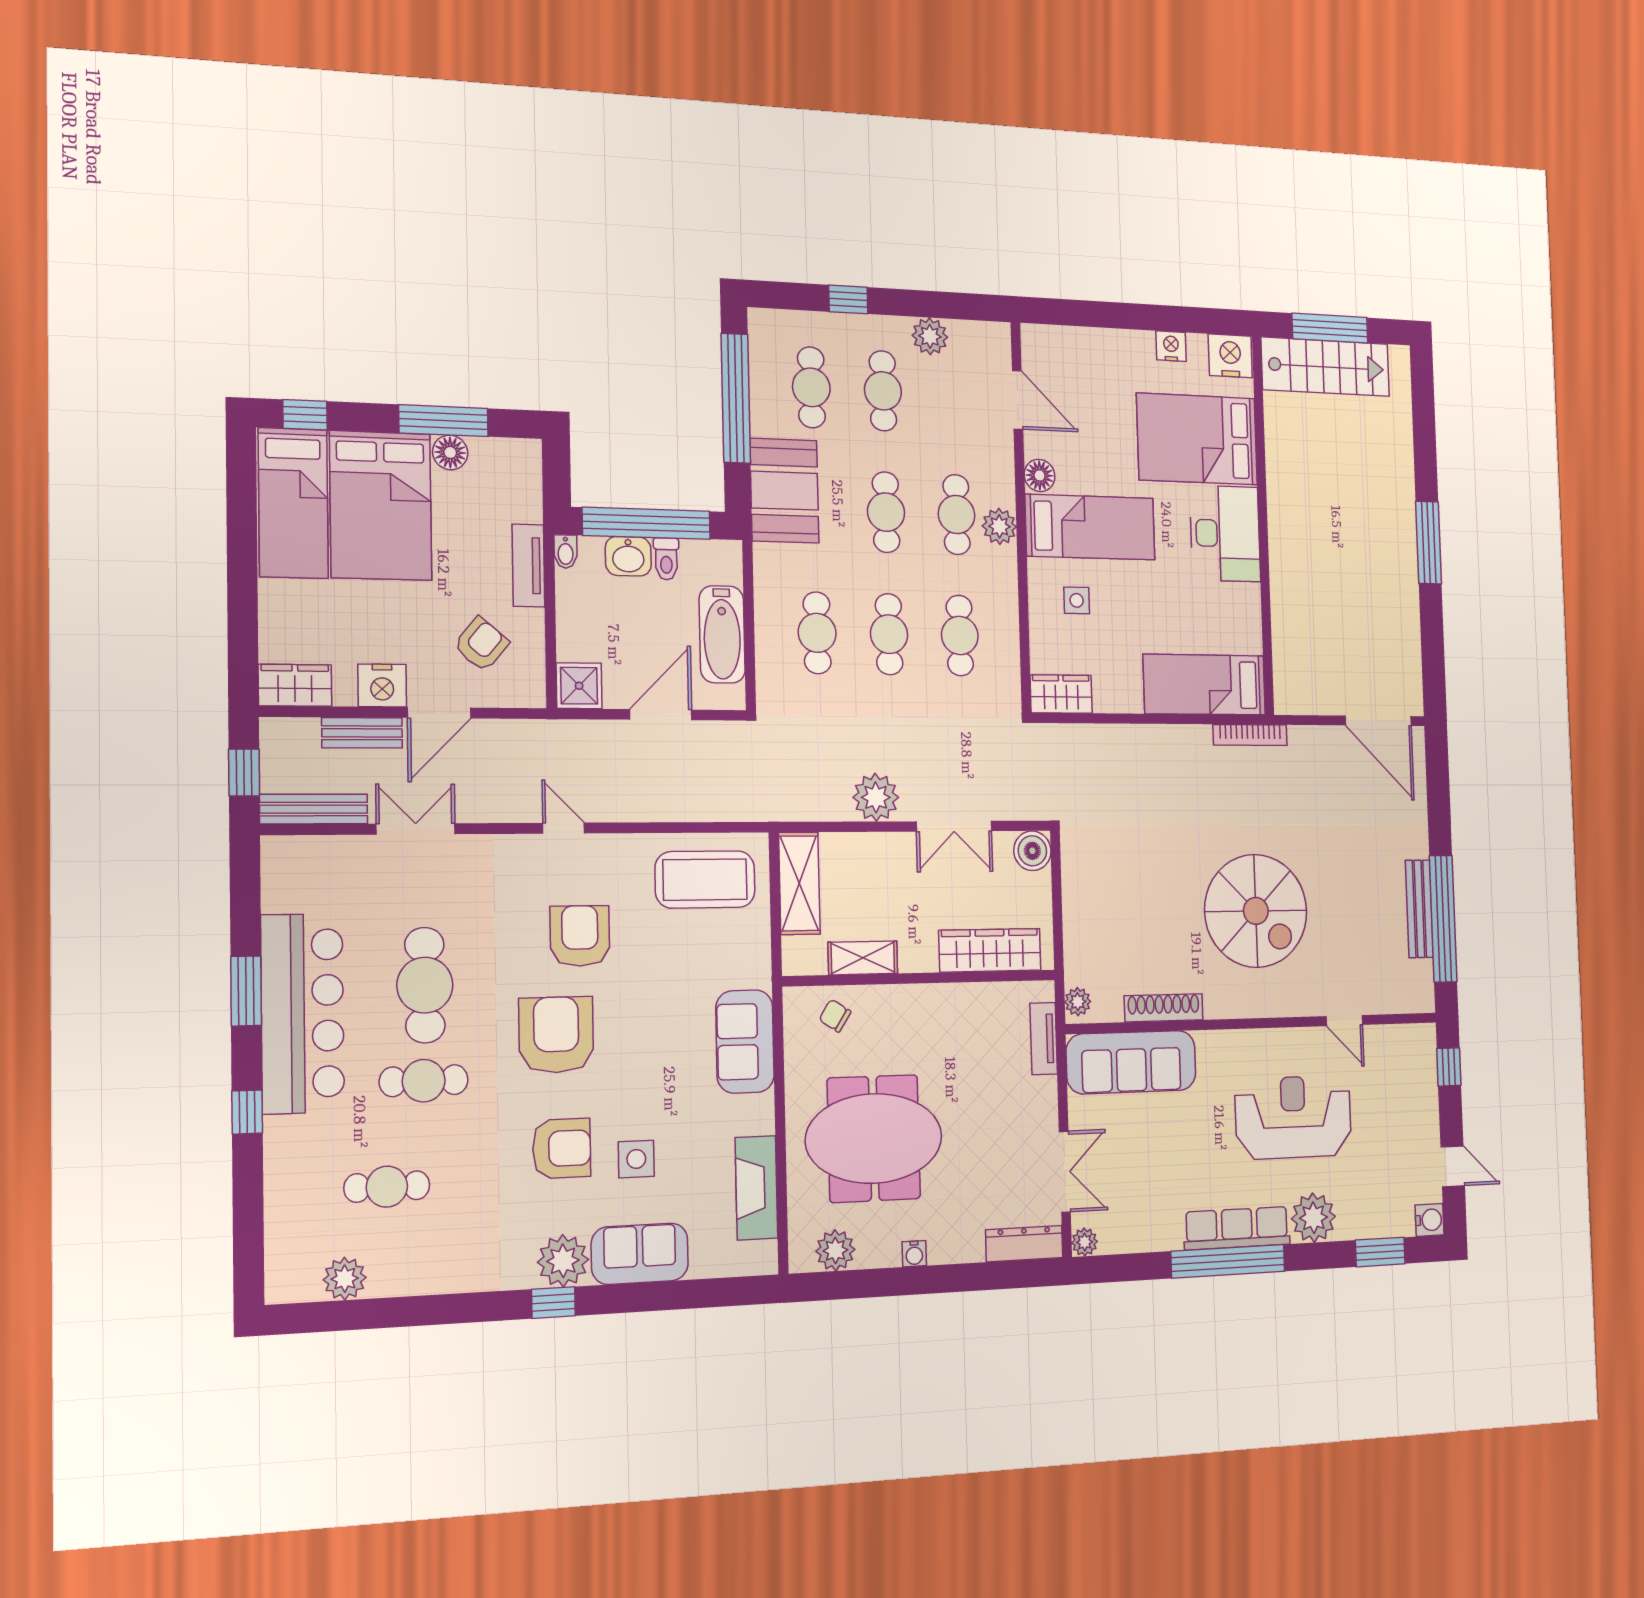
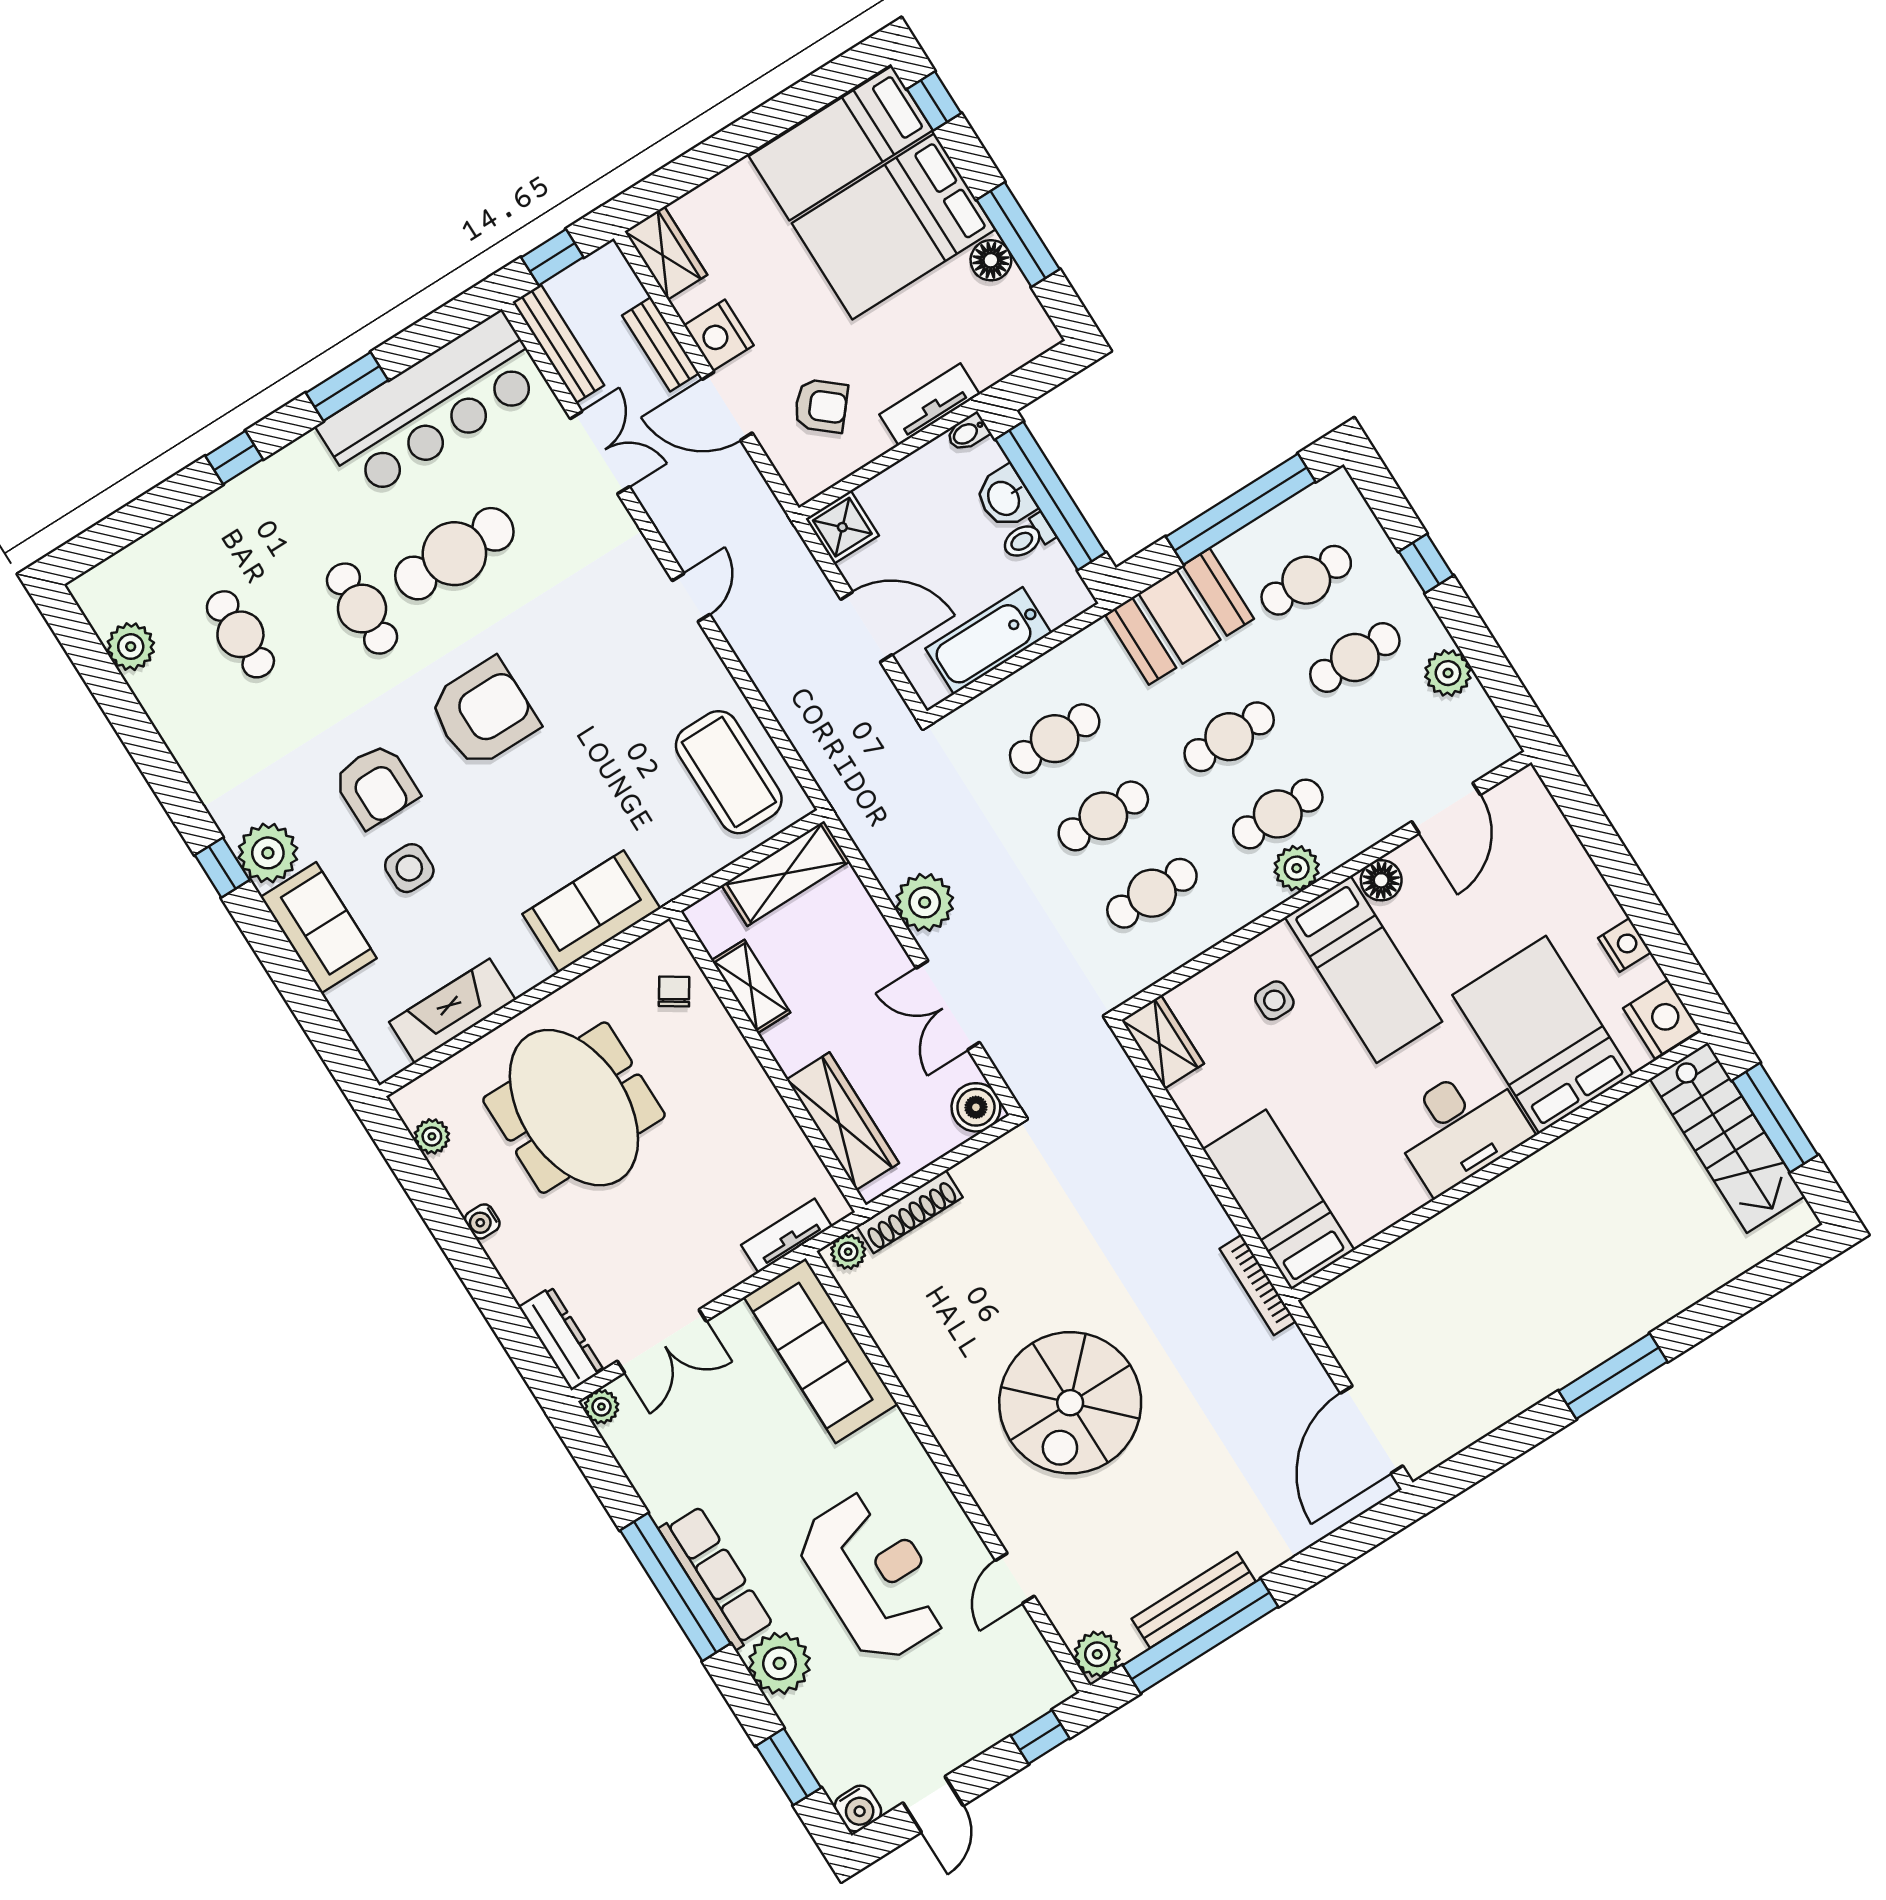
armchair: (580, 936) -> (595, 678), removed
plant: (1419, 995) -> (1097, 1654), added
shoe rack: (1164, 1008) -> (910, 1212), moved, turned 90
bar counter: (303, 1013) -> (432, 406), moved
plant: (835, 1250) -> (432, 1136), width x0.73, depth x0.73

